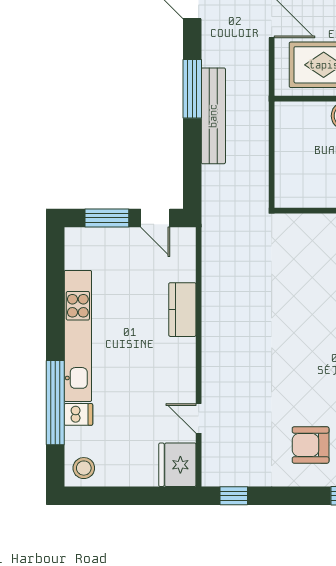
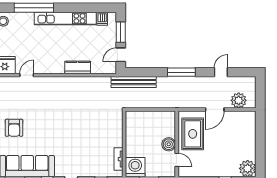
bench: (213, 116) -> (134, 82), moved
dishwasher: (78, 414) -> (102, 19), moved
armchair: (311, 445) -> (14, 128), turned 180

